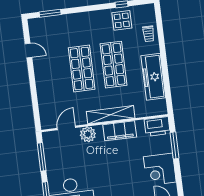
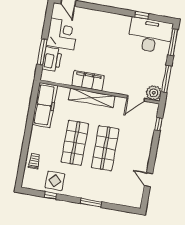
window: (50, 13) -> (91, 203), moved
freezer: (153, 77) -> (45, 105), moved
window: (36, 109) -> (158, 124), added
printer: (157, 126) -> (52, 59), moved, turned 90
plant: (88, 134) -> (154, 93), moved

